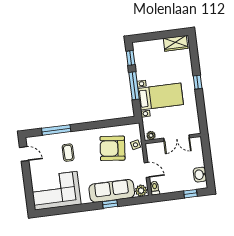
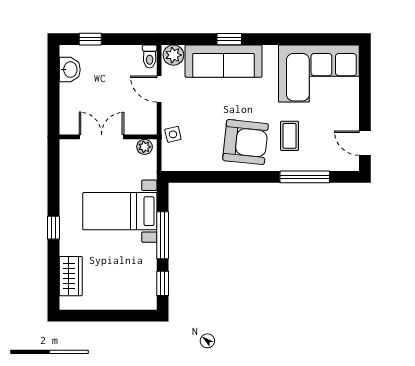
wardrobe: (176, 43) -> (71, 276), moved, turned 90
armchair: (112, 148) -> (245, 142), moved

